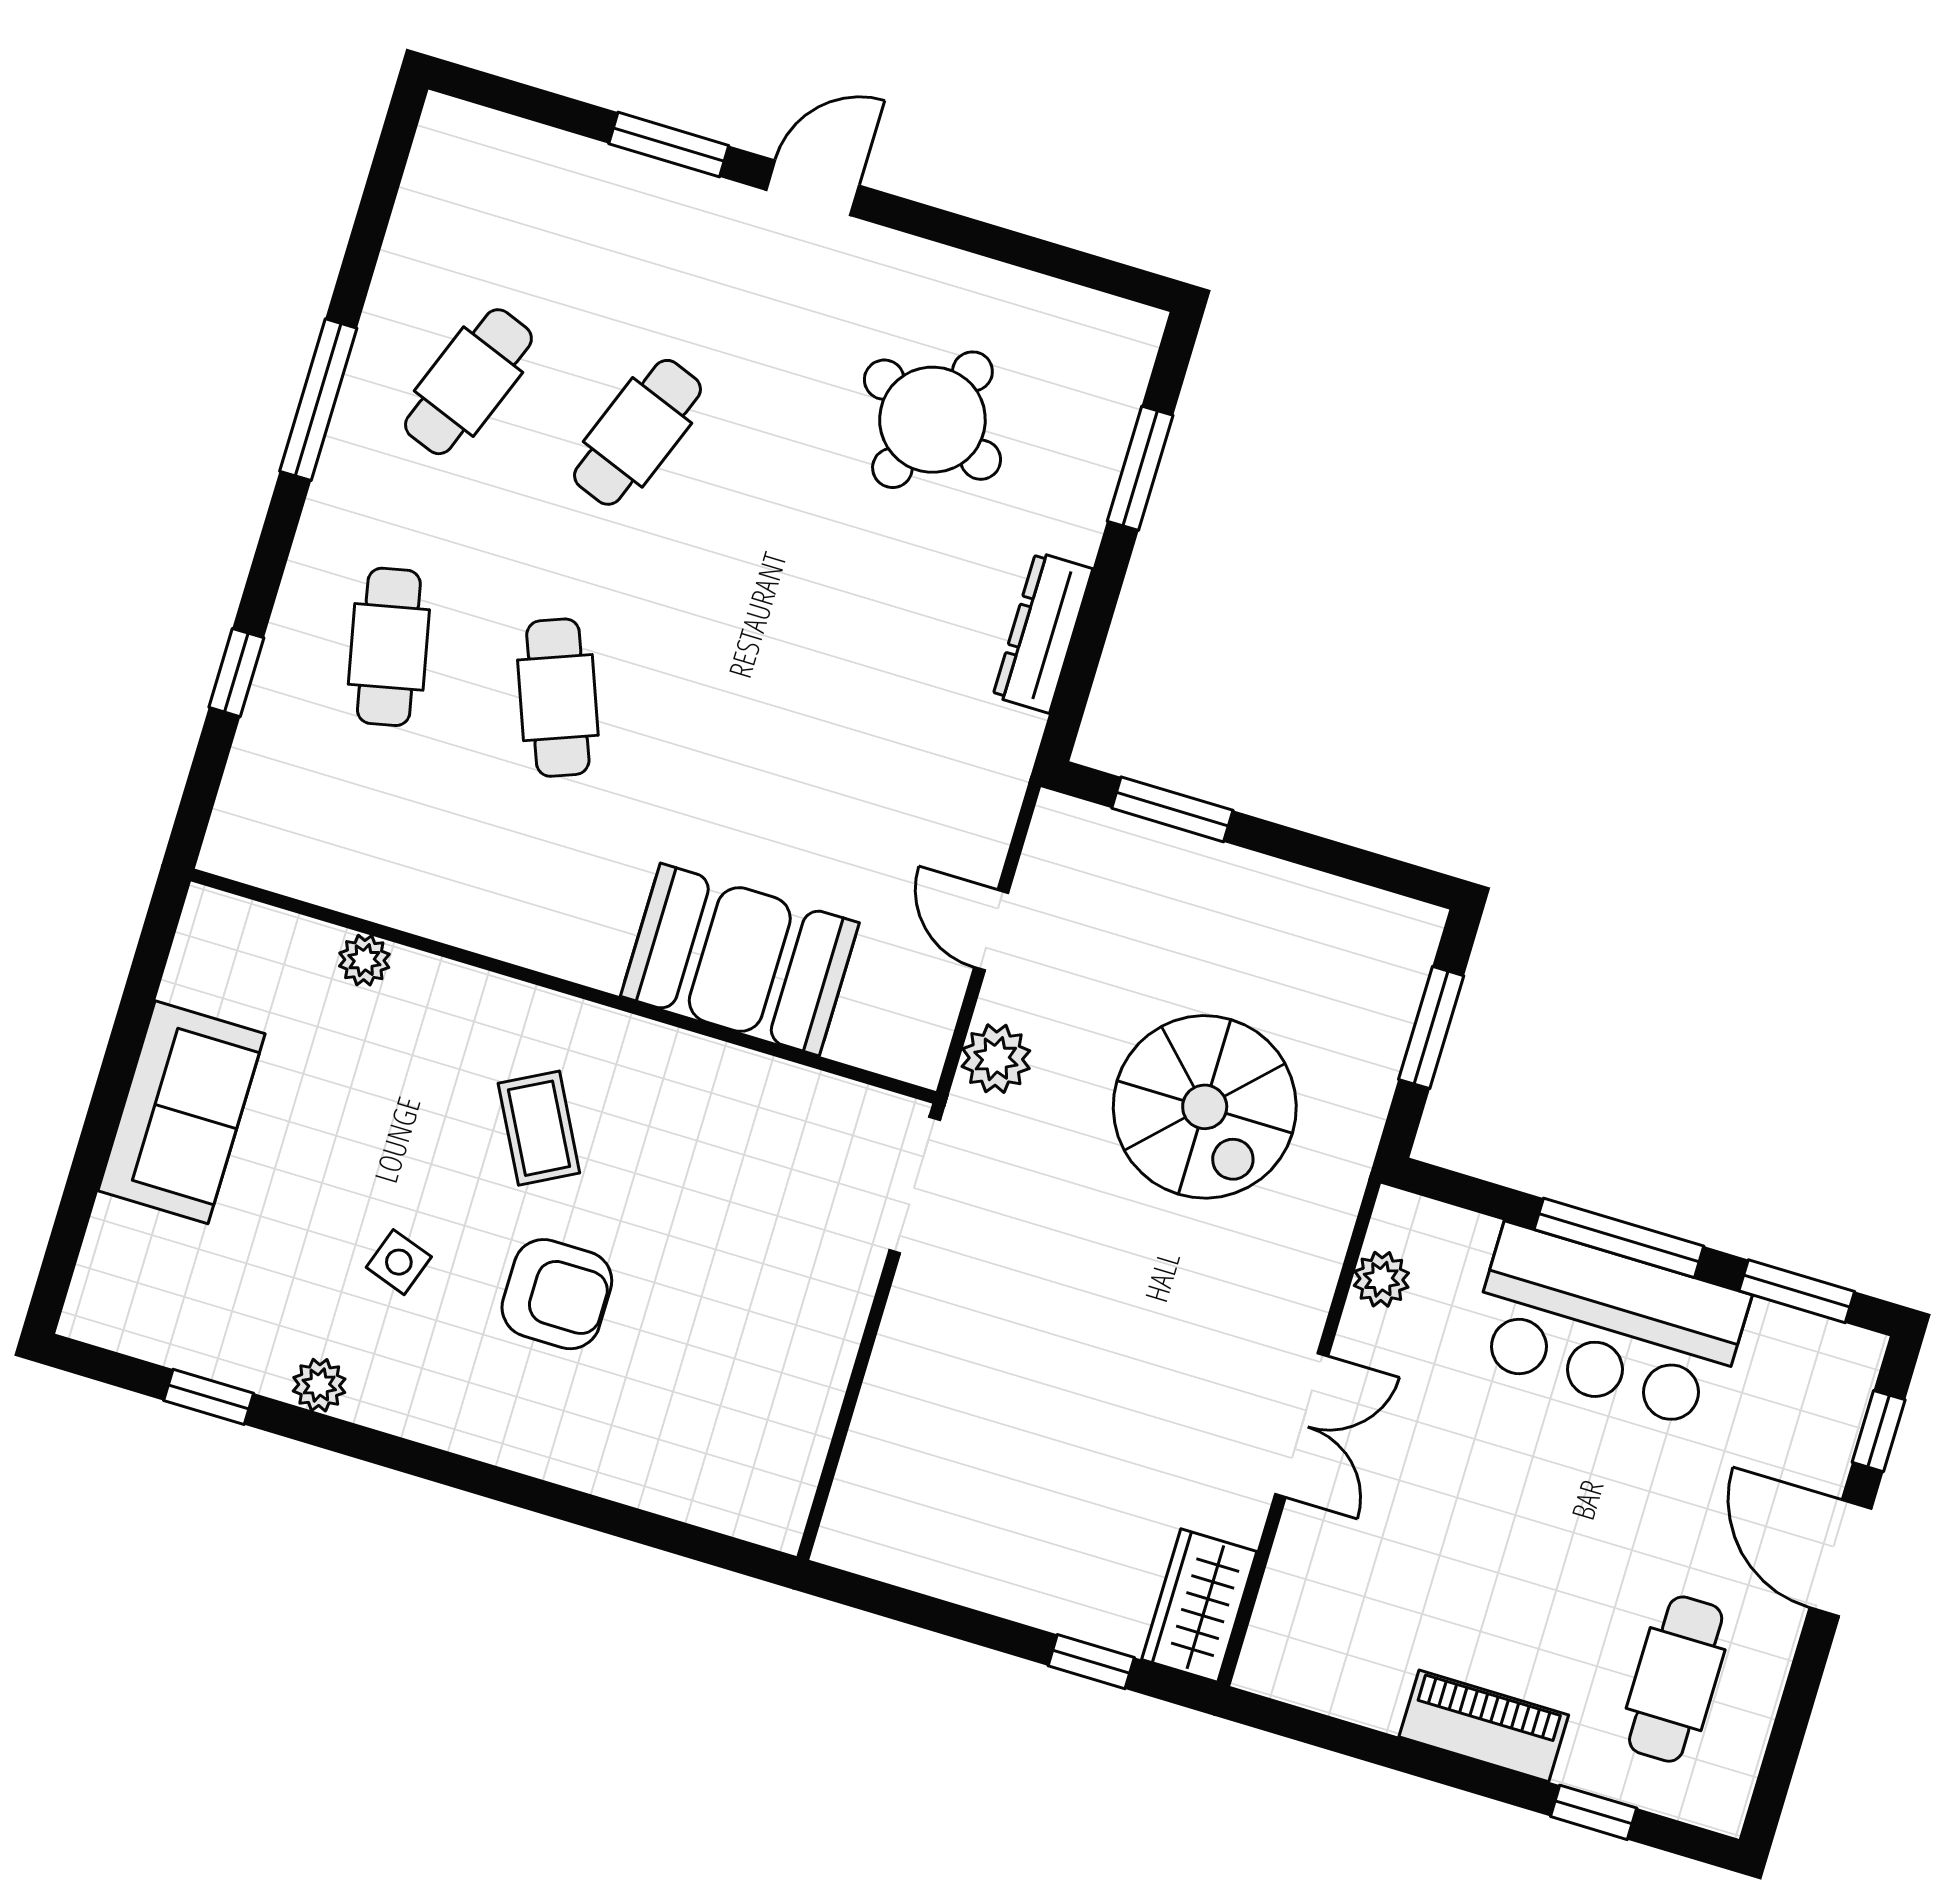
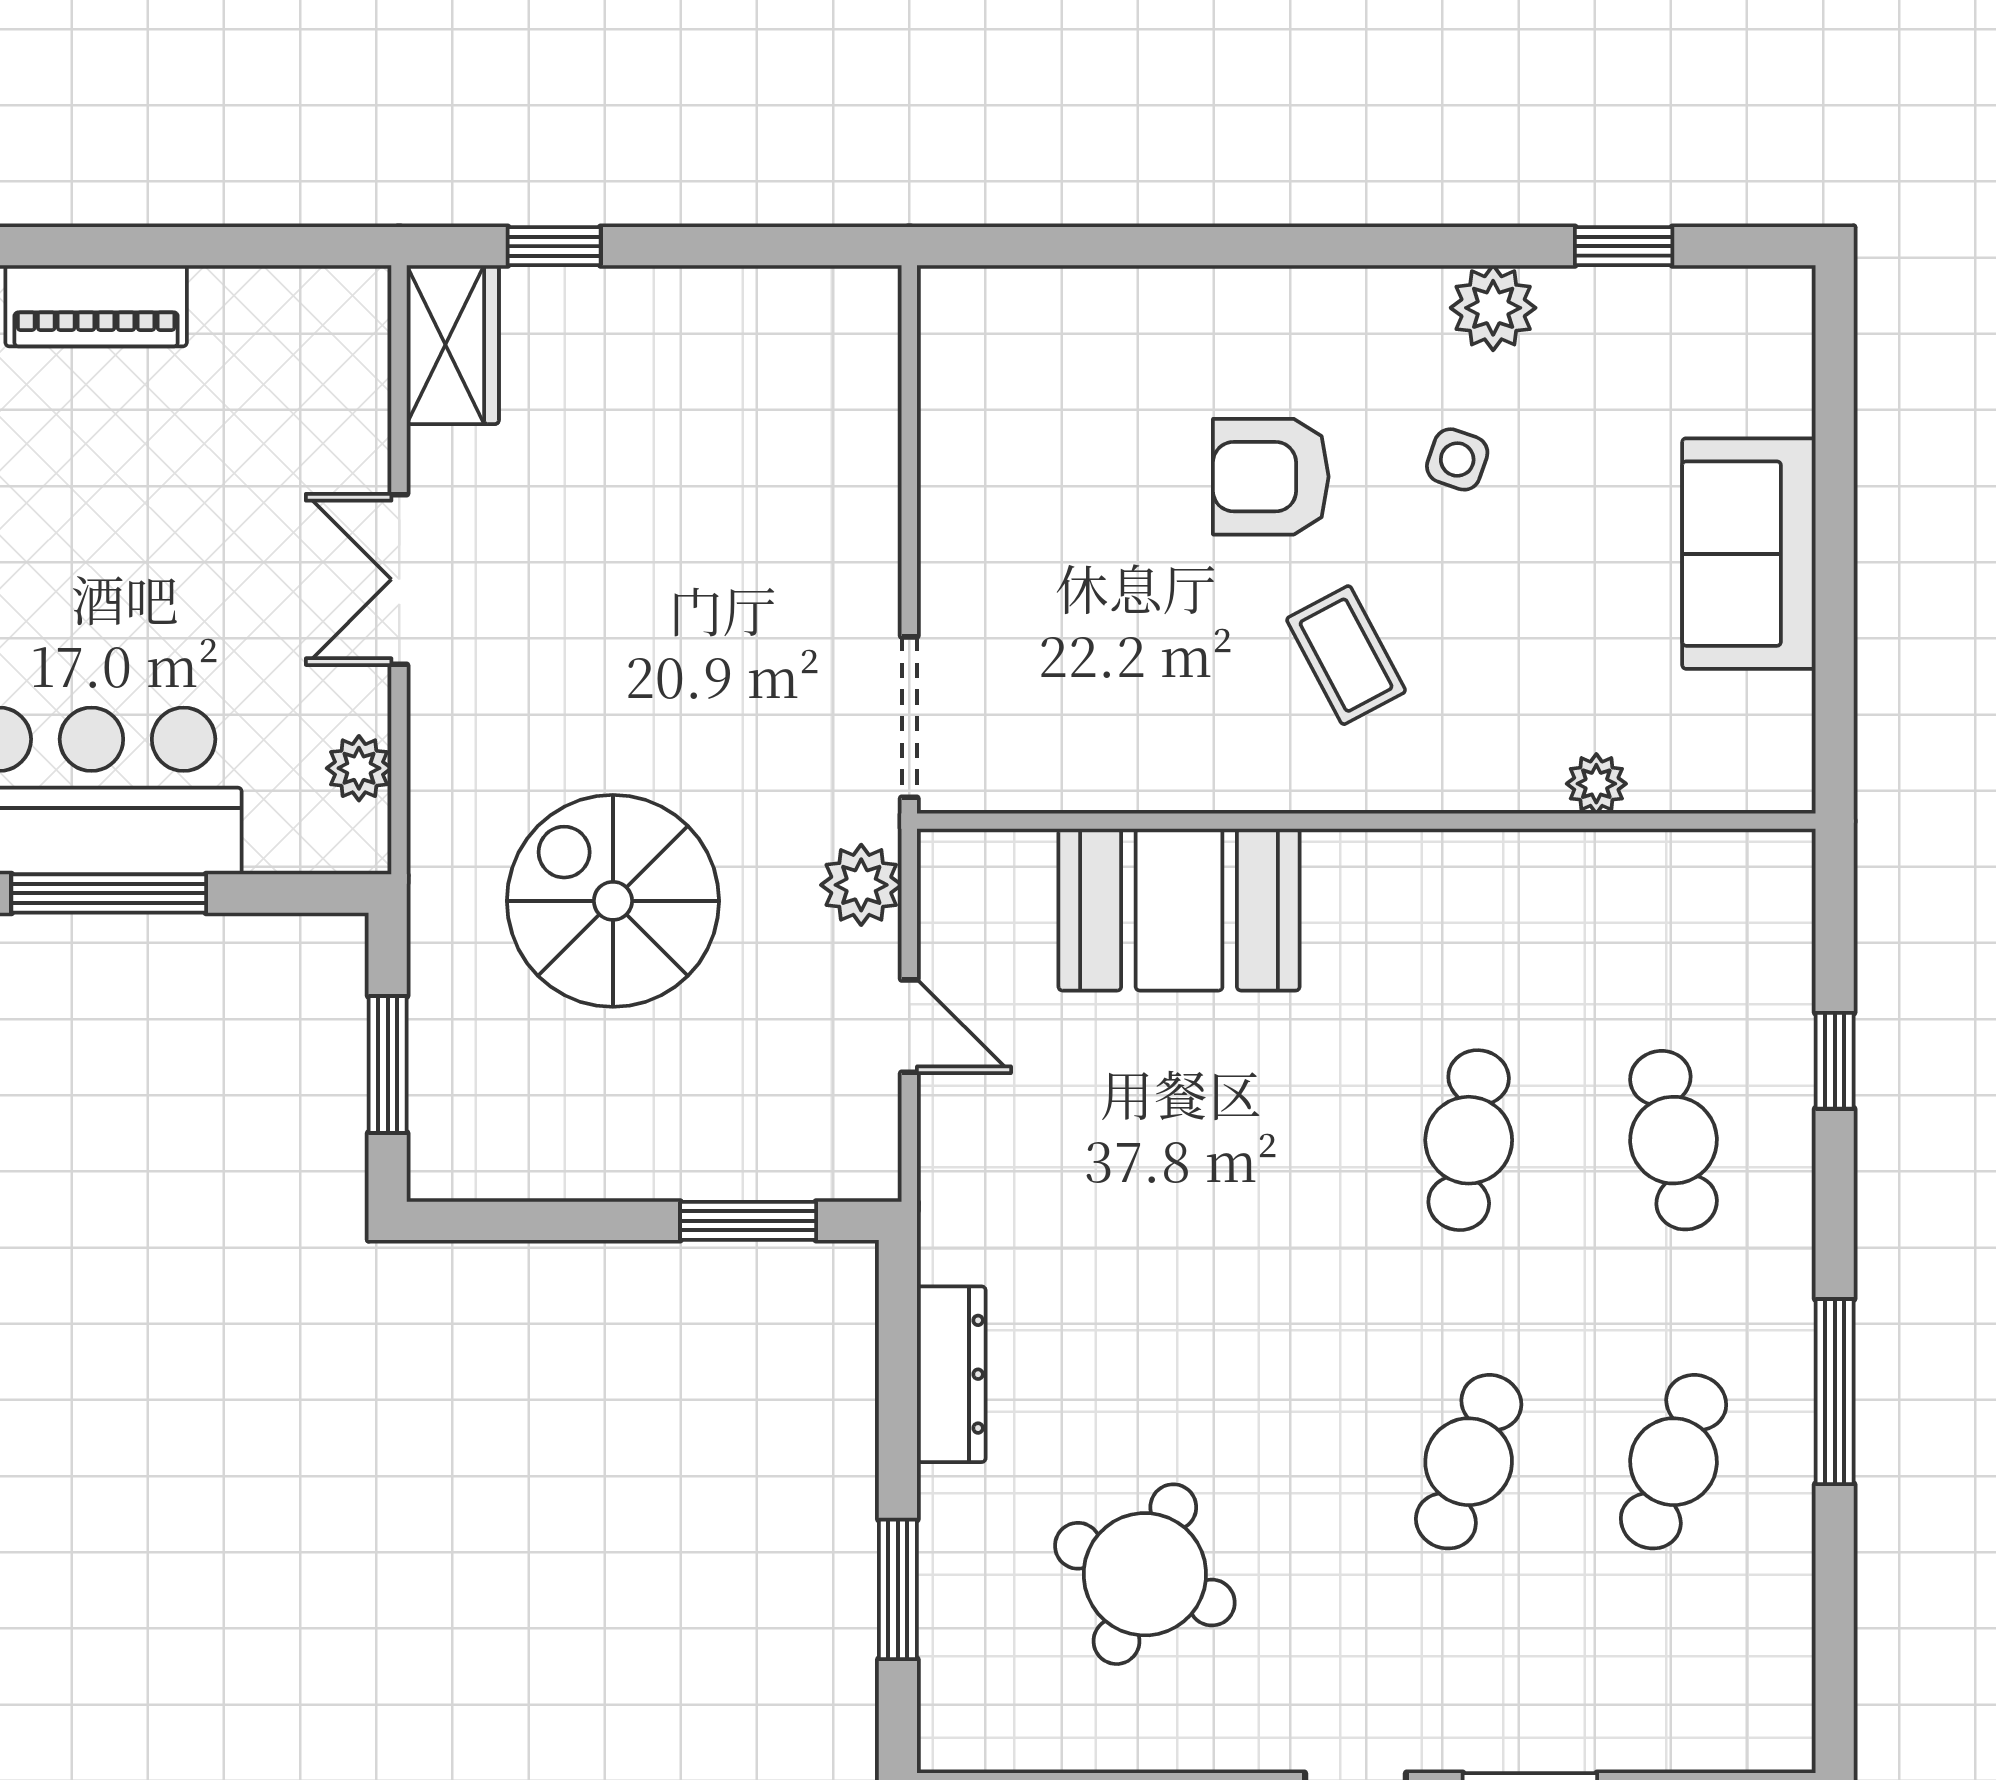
cafe table: (558, 698) -> (1469, 1140), turned 30
plant: (319, 1385) -> (1493, 308), width x1.38, depth x1.38

